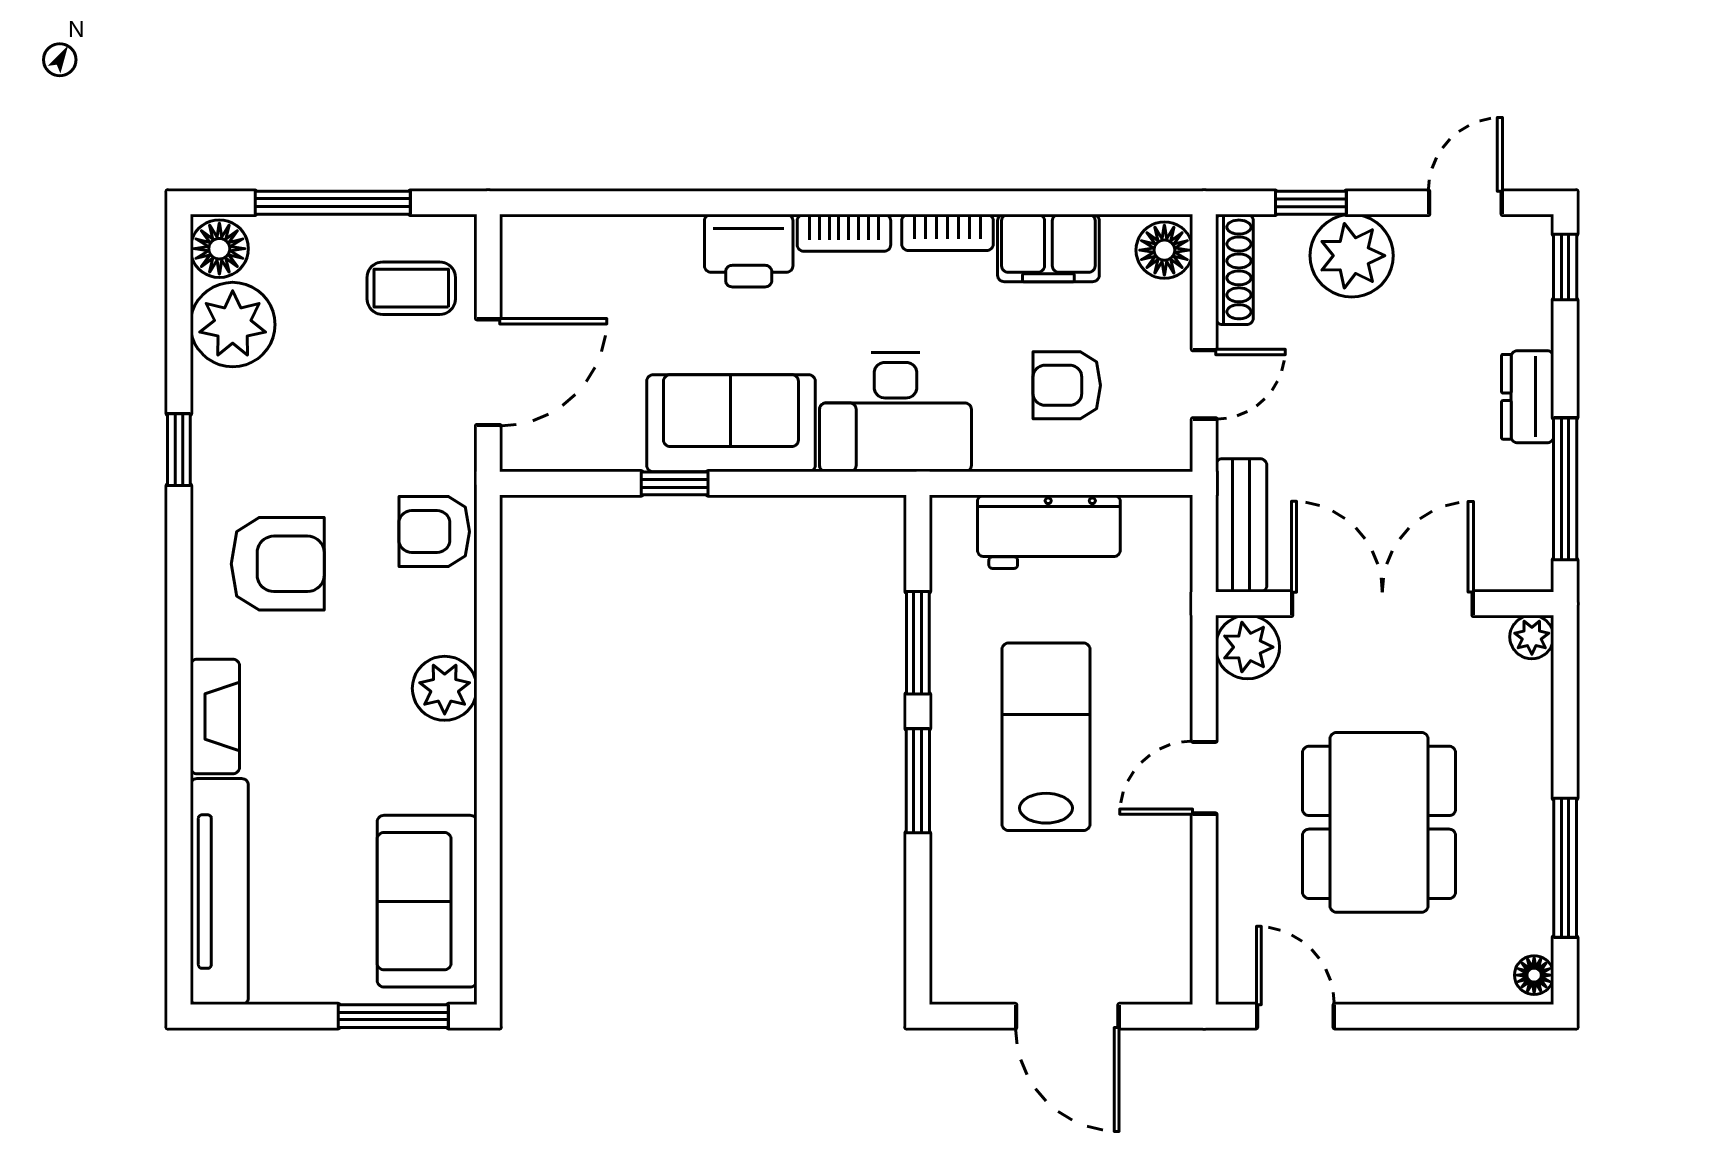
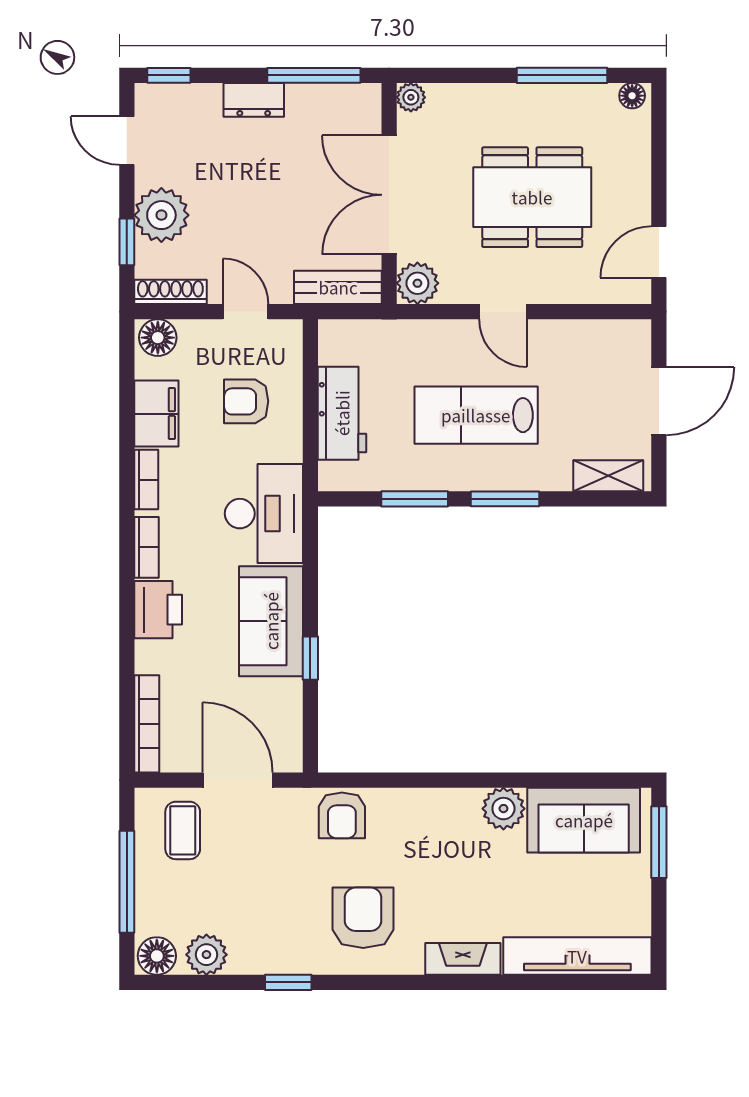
bookcase: (574, 233) -> (147, 724), added
plant: (233, 325) -> (206, 955), width x0.73, depth x0.73
armchair: (1067, 385) -> (246, 401), turned 90
plant: (445, 688) -> (503, 809), moved
shelving: (953, 939) -> (608, 476), added

